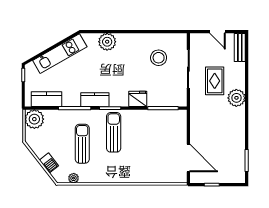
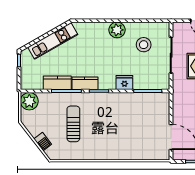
plant: (107, 42) -> (117, 30), moved
kitchen counter: (46, 99) -> (57, 83), moved
sun lounger: (114, 132) -> (102, 113), removed
plant: (74, 178) -> (65, 156), removed

